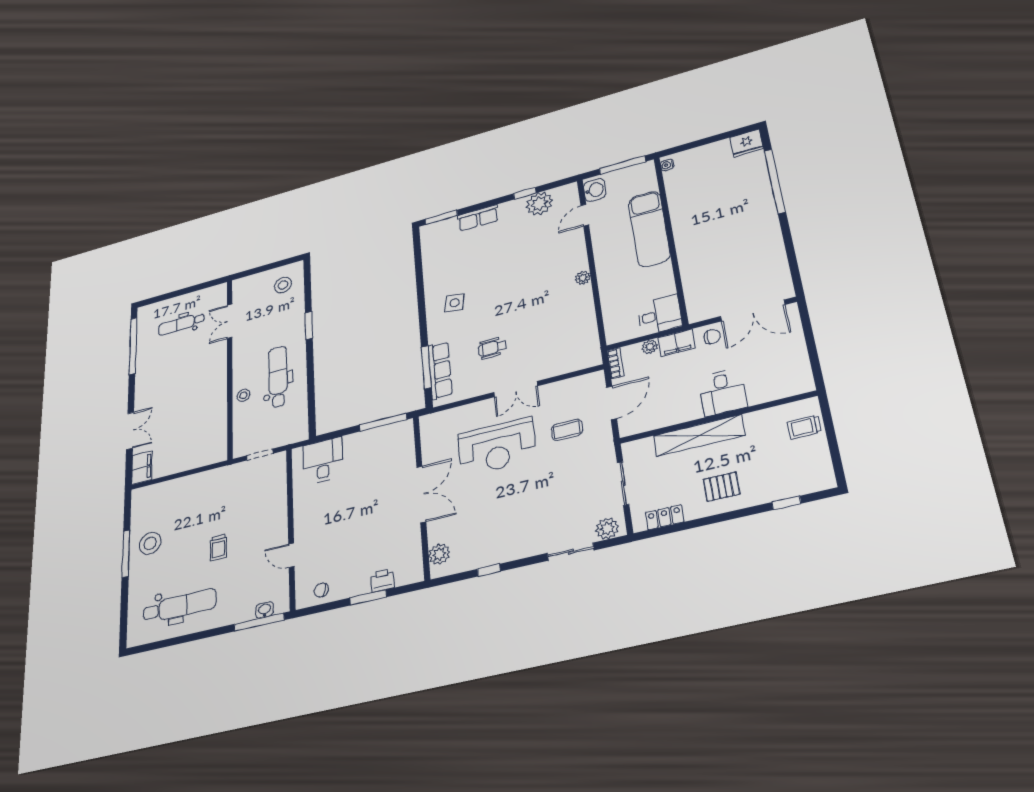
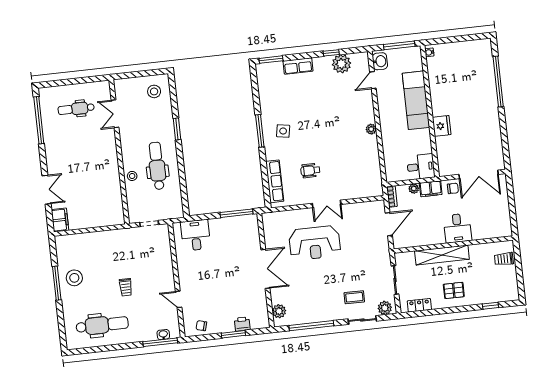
fridge: (747, 143) -> (442, 126), moved, turned -90
window: (426, 367) -> (260, 131), moved
coffee table: (567, 430) -> (354, 297), moved
window: (489, 570) -> (311, 326), width x3.17

